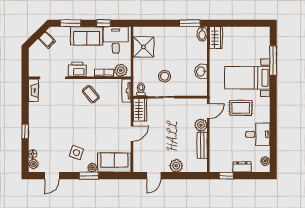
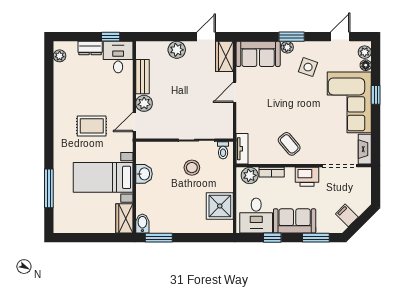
bed with nightstands: (247, 78) -> (103, 177), moved, turned 180
wardrobe: (140, 110) -> (224, 56), moved
corner sofa: (45, 126) -> (349, 102), added
desk: (258, 134) -> (118, 57), moved, turned 90

